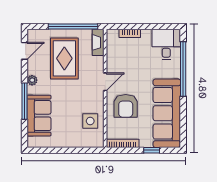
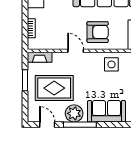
window: (73, 26) -> (25, 80), width x0.47
plant: (32, 80) -> (74, 113), width x1.88, depth x1.88
window: (24, 101) -> (80, 125), moved

